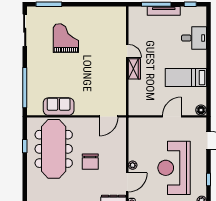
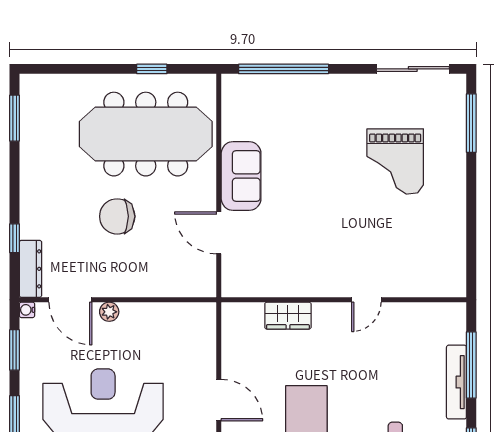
grand piano: (66, 38) -> (395, 161), turned 90
wardrobe: (134, 69) -> (288, 316), moved
sofa: (59, 107) -> (241, 176), moved
door: (109, 116) -> (219, 233), moved

